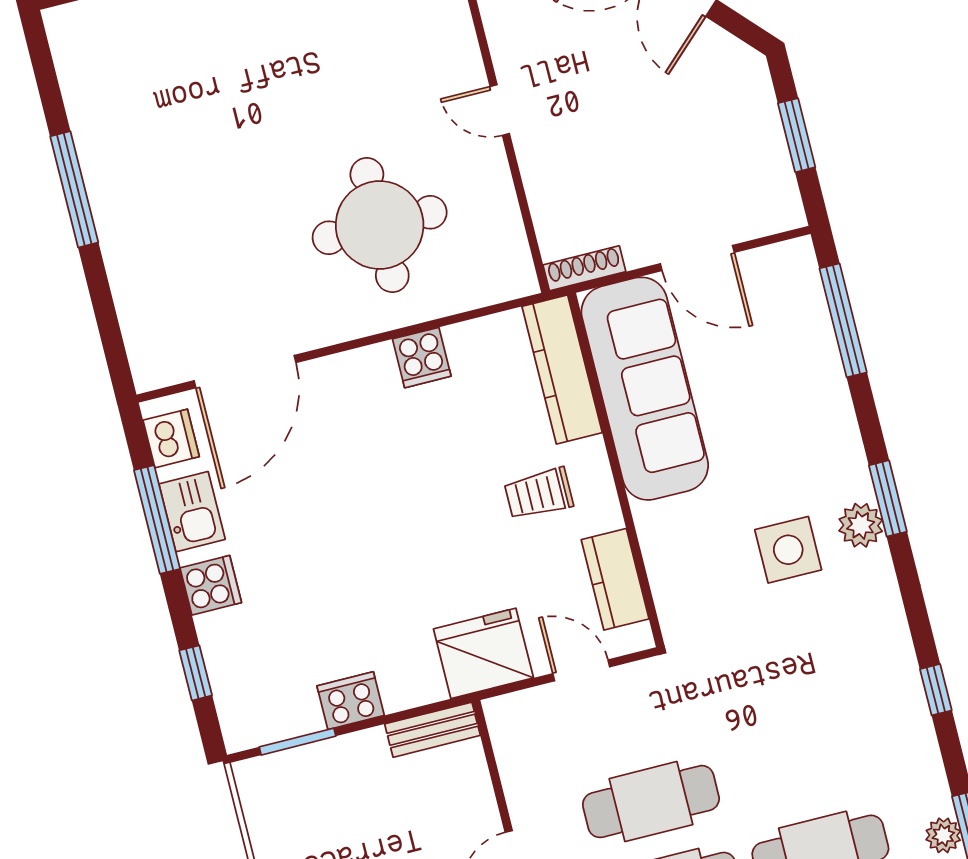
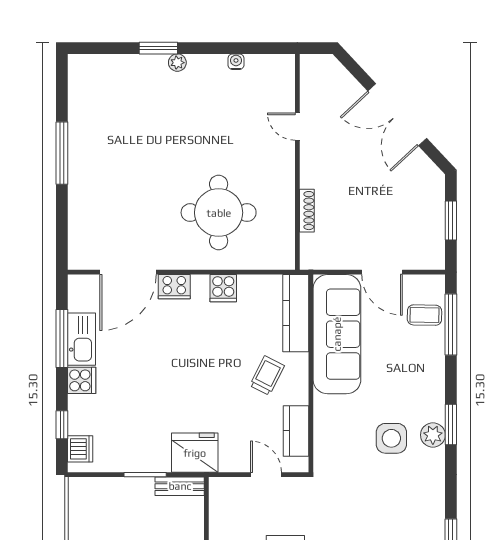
door: (500, 110) -> (297, 127), moved
shoe rack: (584, 268) -> (307, 211), moved, turned 90
coffee table: (792, 315) -> (424, 315), added
dishwasher: (171, 438) -> (80, 449), moved
trolley: (539, 494) -> (267, 376), turned 117
kitchen sink: (192, 512) -> (81, 339), width x1.38
fridge: (483, 653) -> (195, 453), moved
cooker: (351, 701) -> (174, 287), moved, turned 180
window: (297, 742) -> (145, 475), moved

